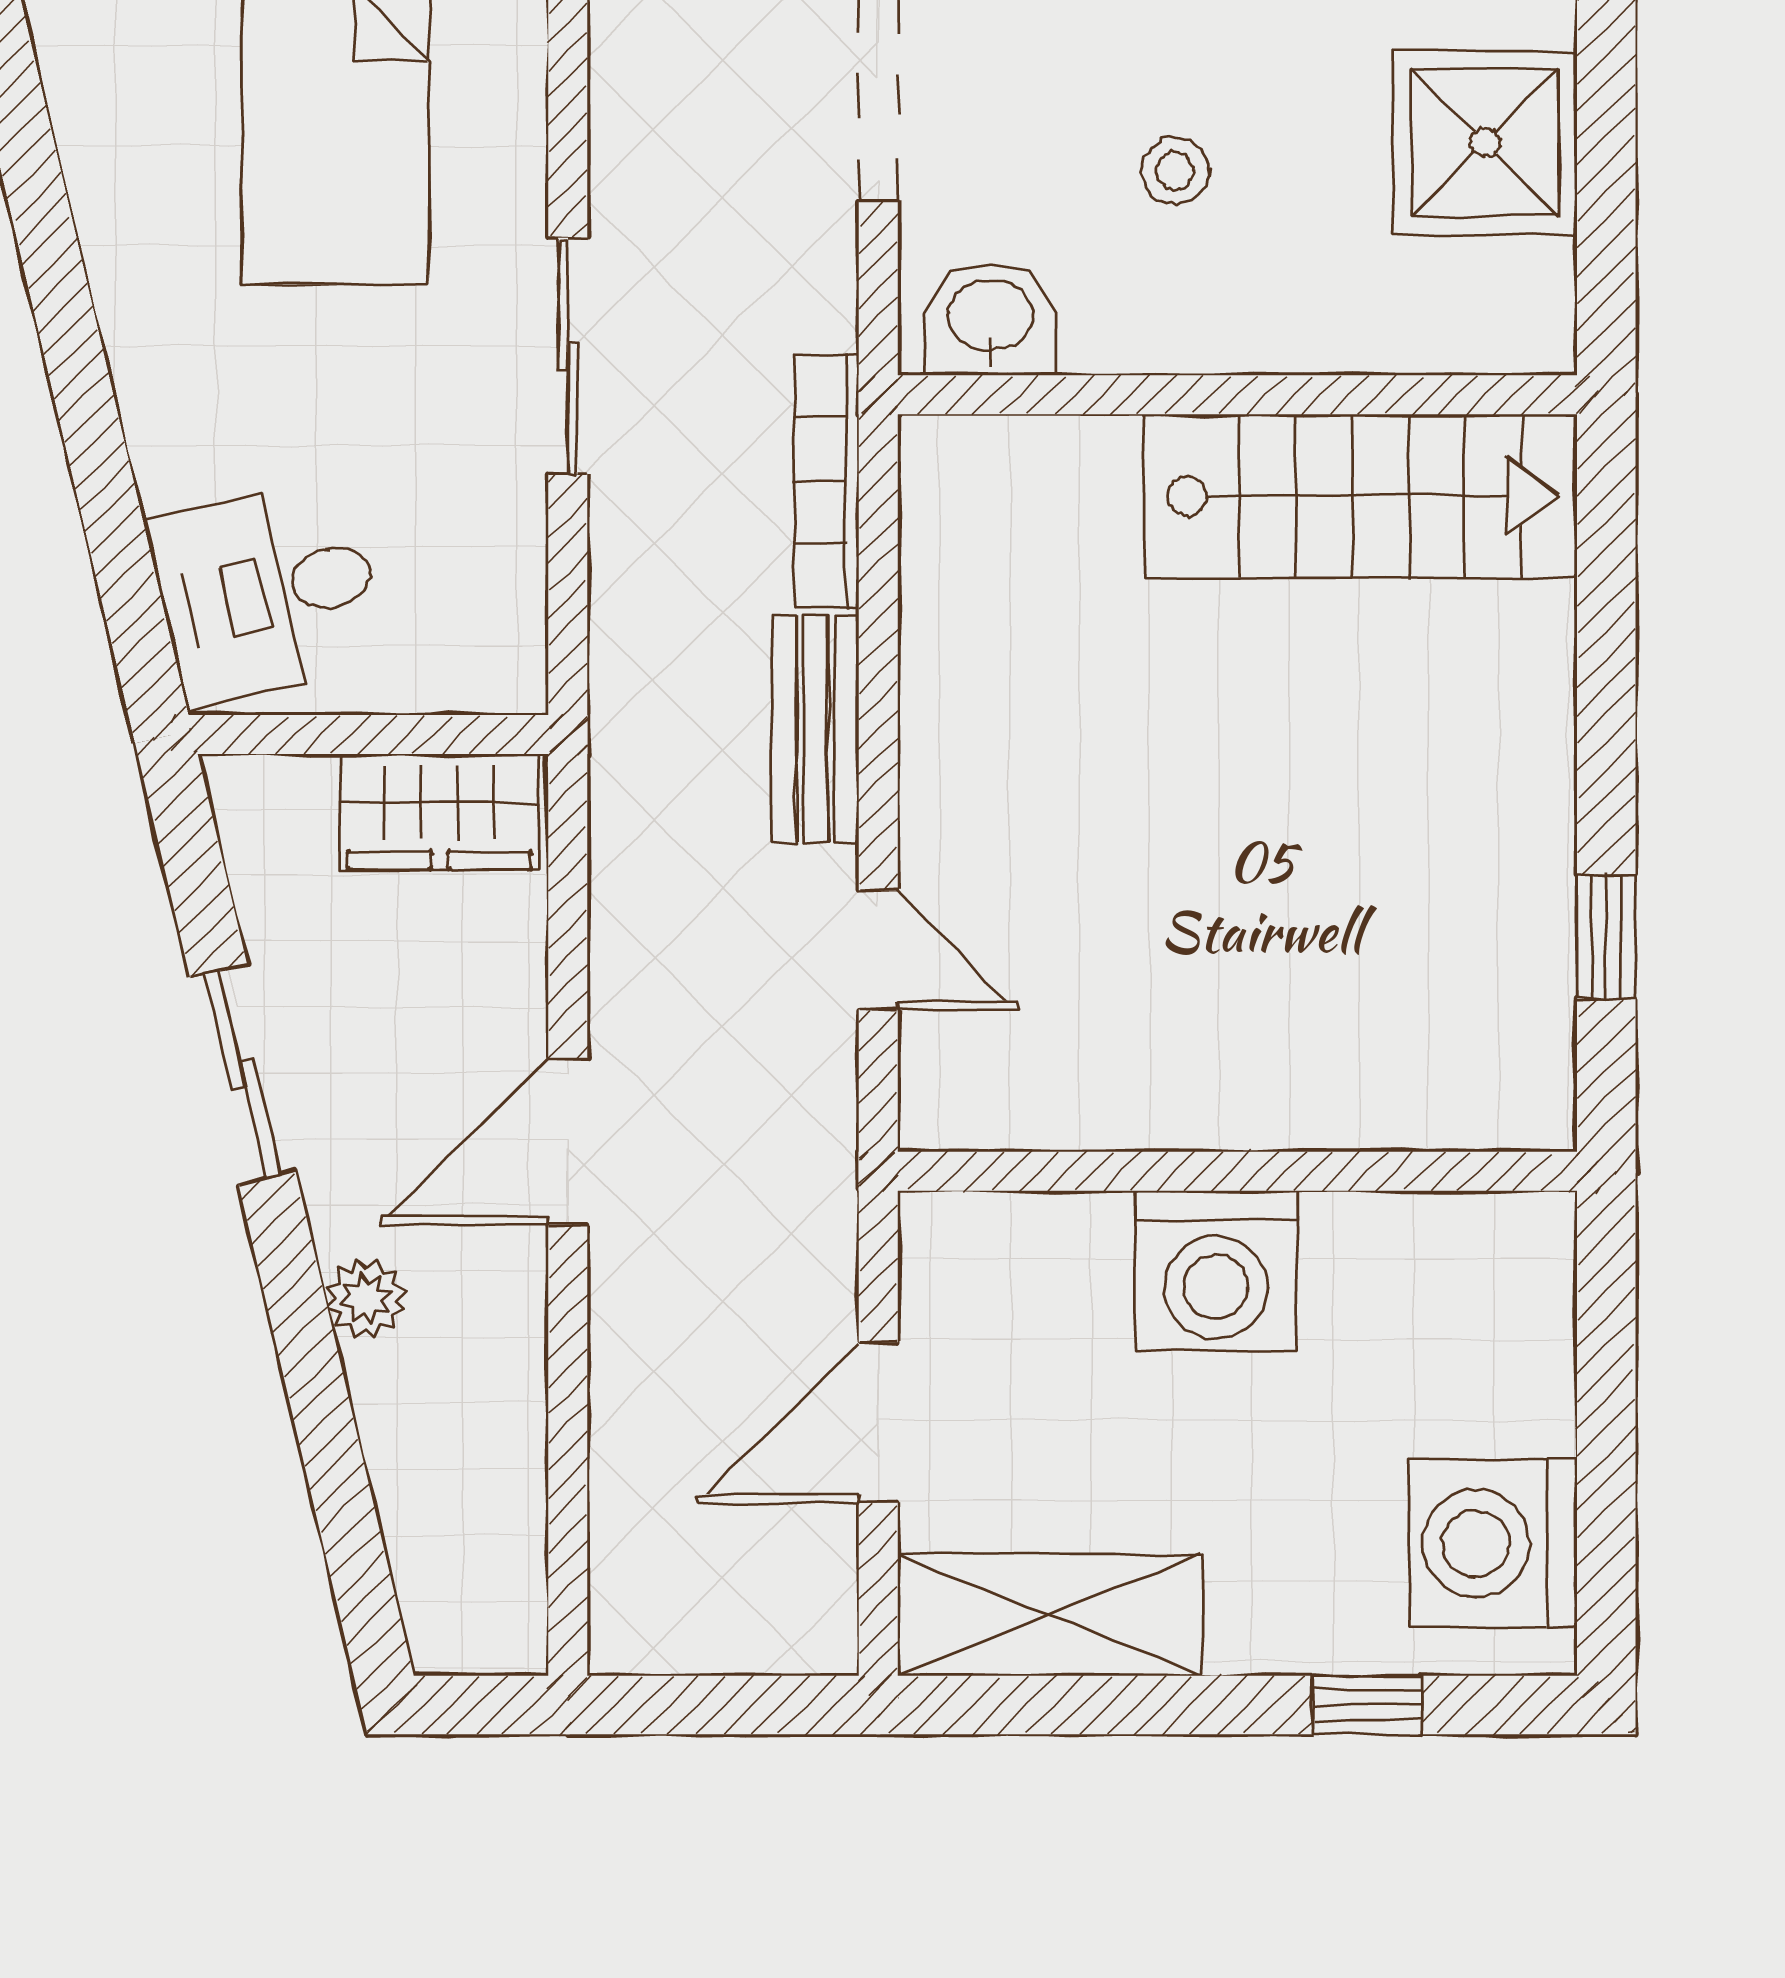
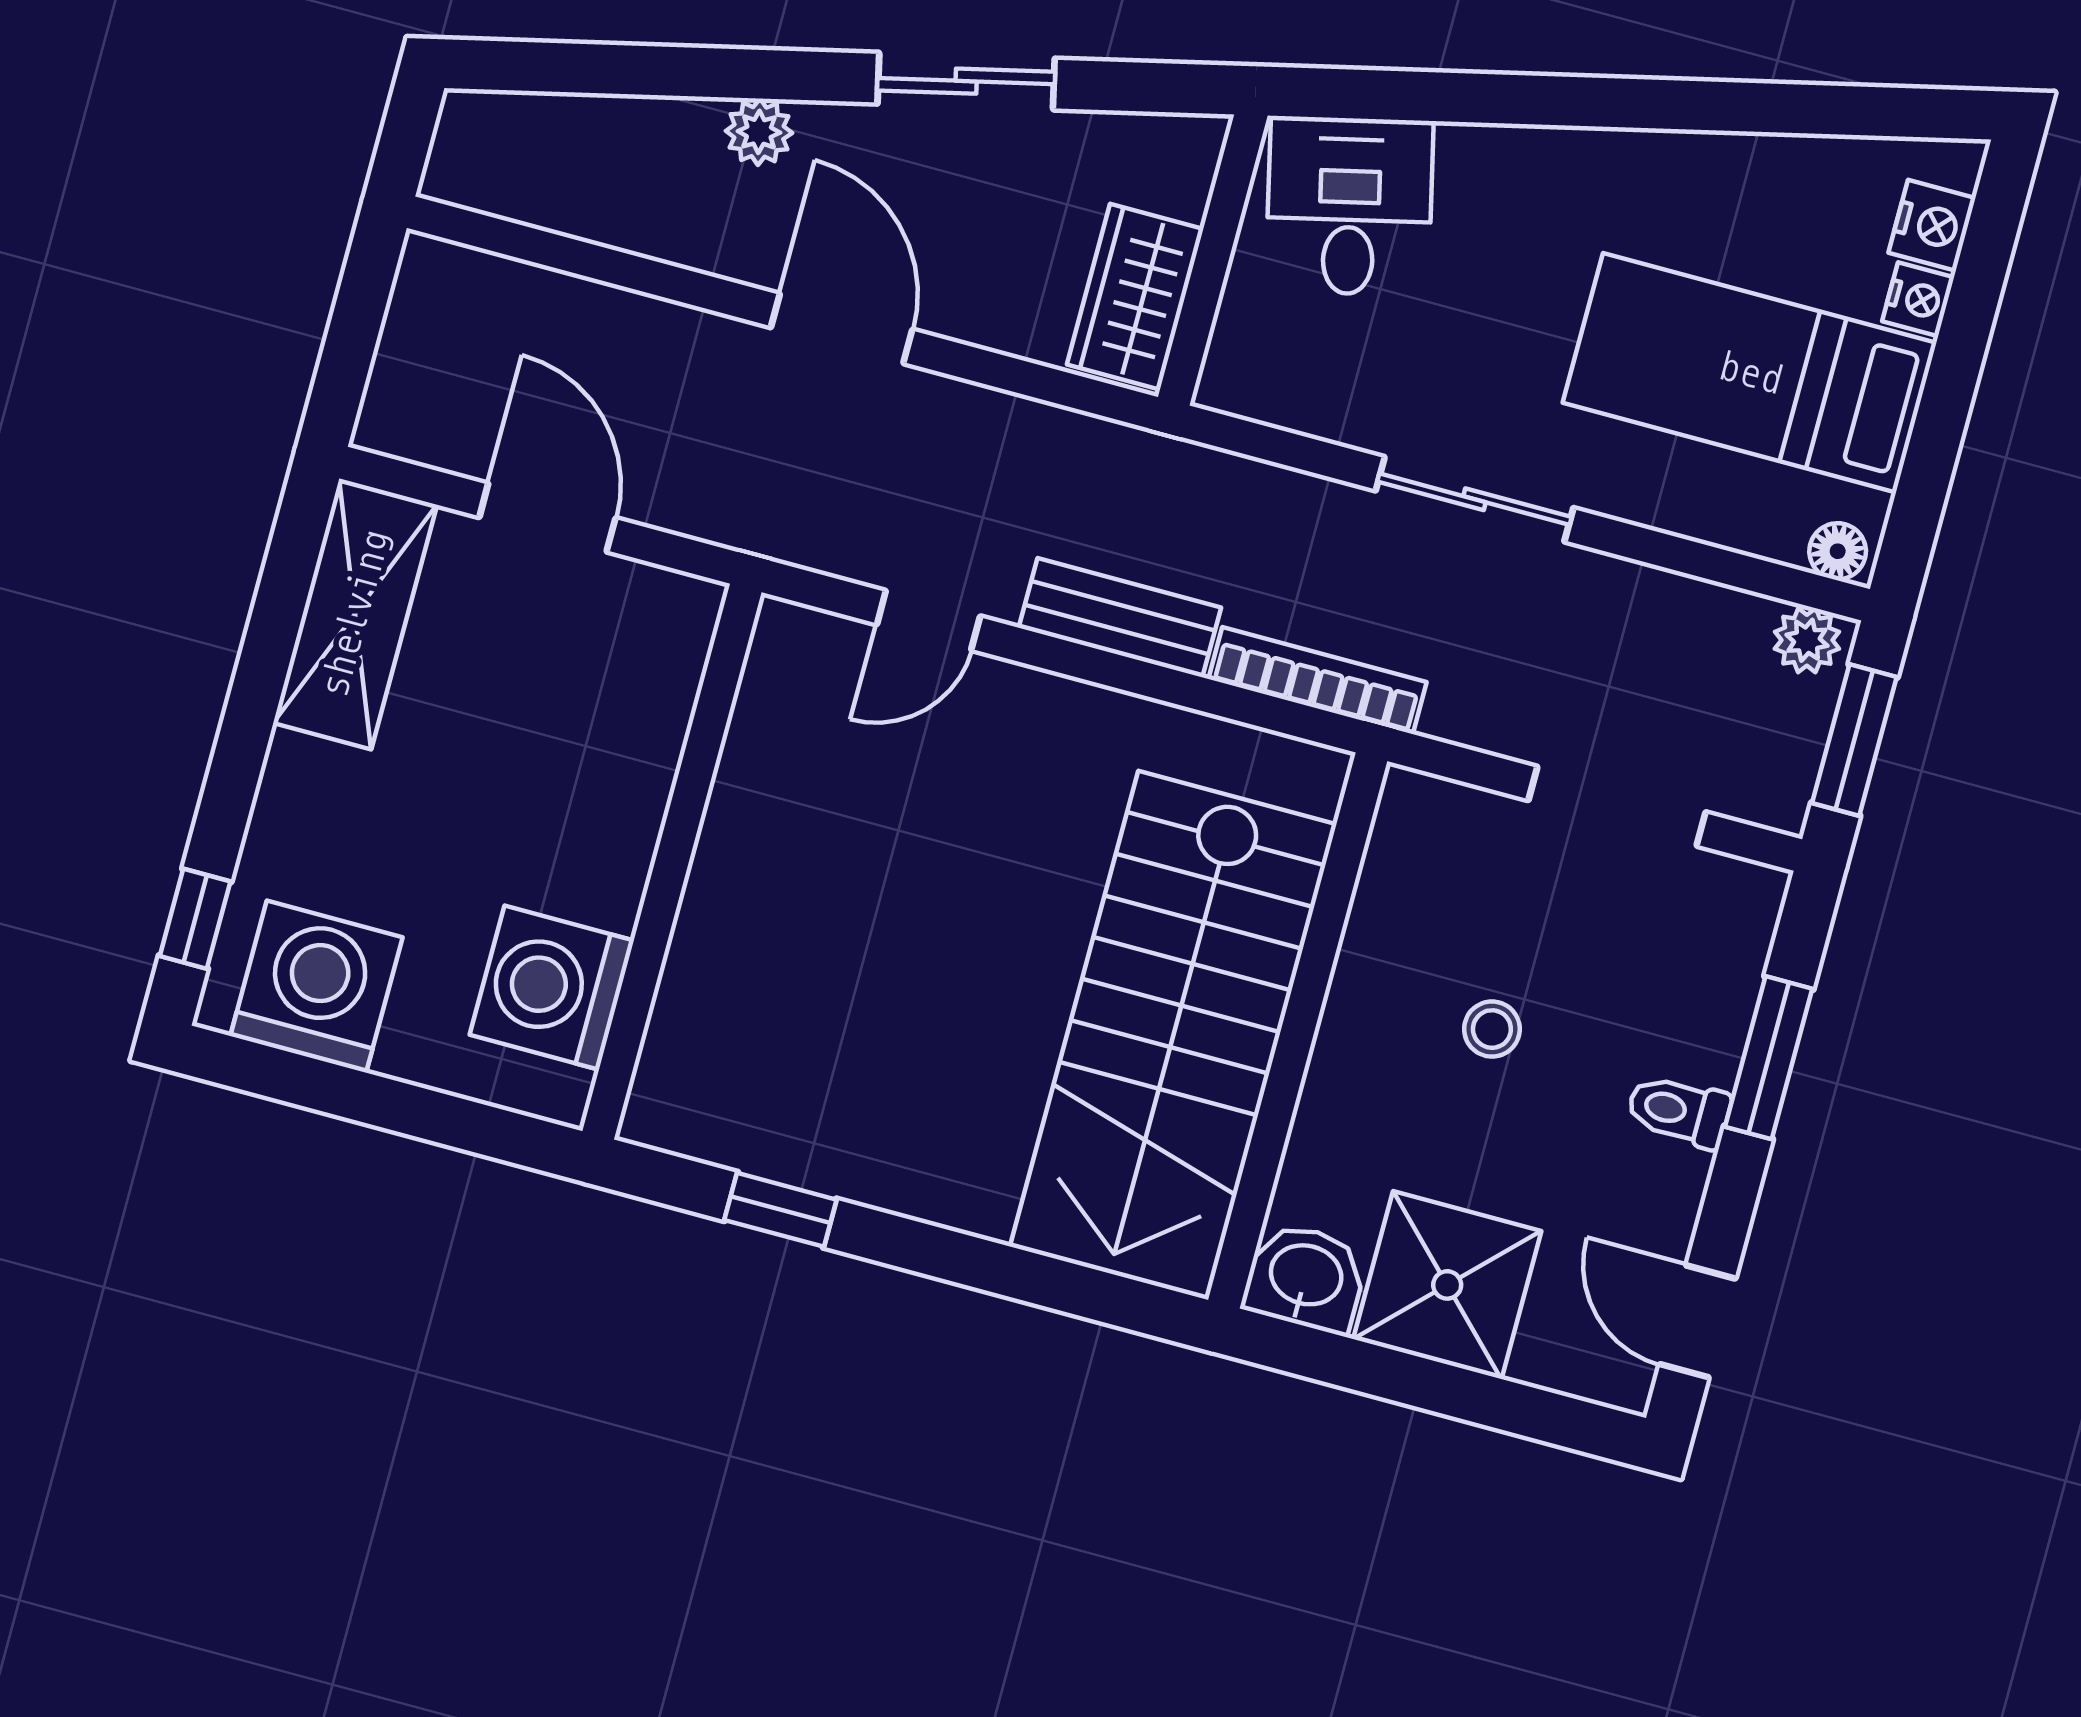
washbasin: (991, 319) -> (1305, 1278), moved, turned -90
stairs: (1361, 496) -> (1173, 1035), width x1.36, depth x1.51
washing machine: (1216, 1271) -> (552, 988), moved
window: (1367, 1705) -> (195, 919), moved

